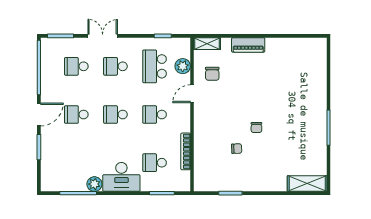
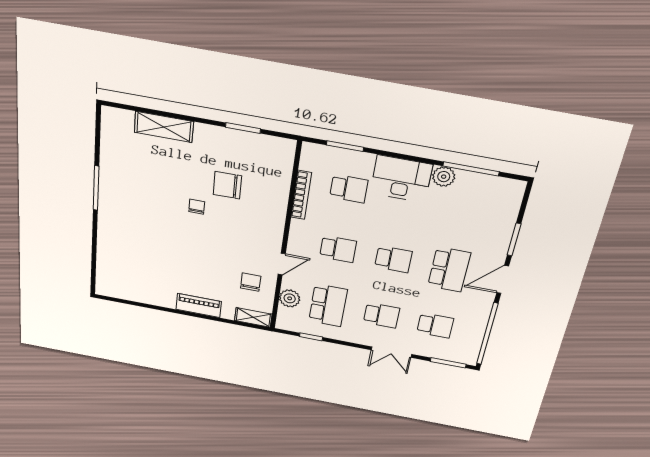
school desk: (76, 115) -> (449, 270), width x1.85
chair: (237, 149) -> (227, 185), width x1.87, depth x1.87
shelving: (307, 184) -> (164, 127), moved

